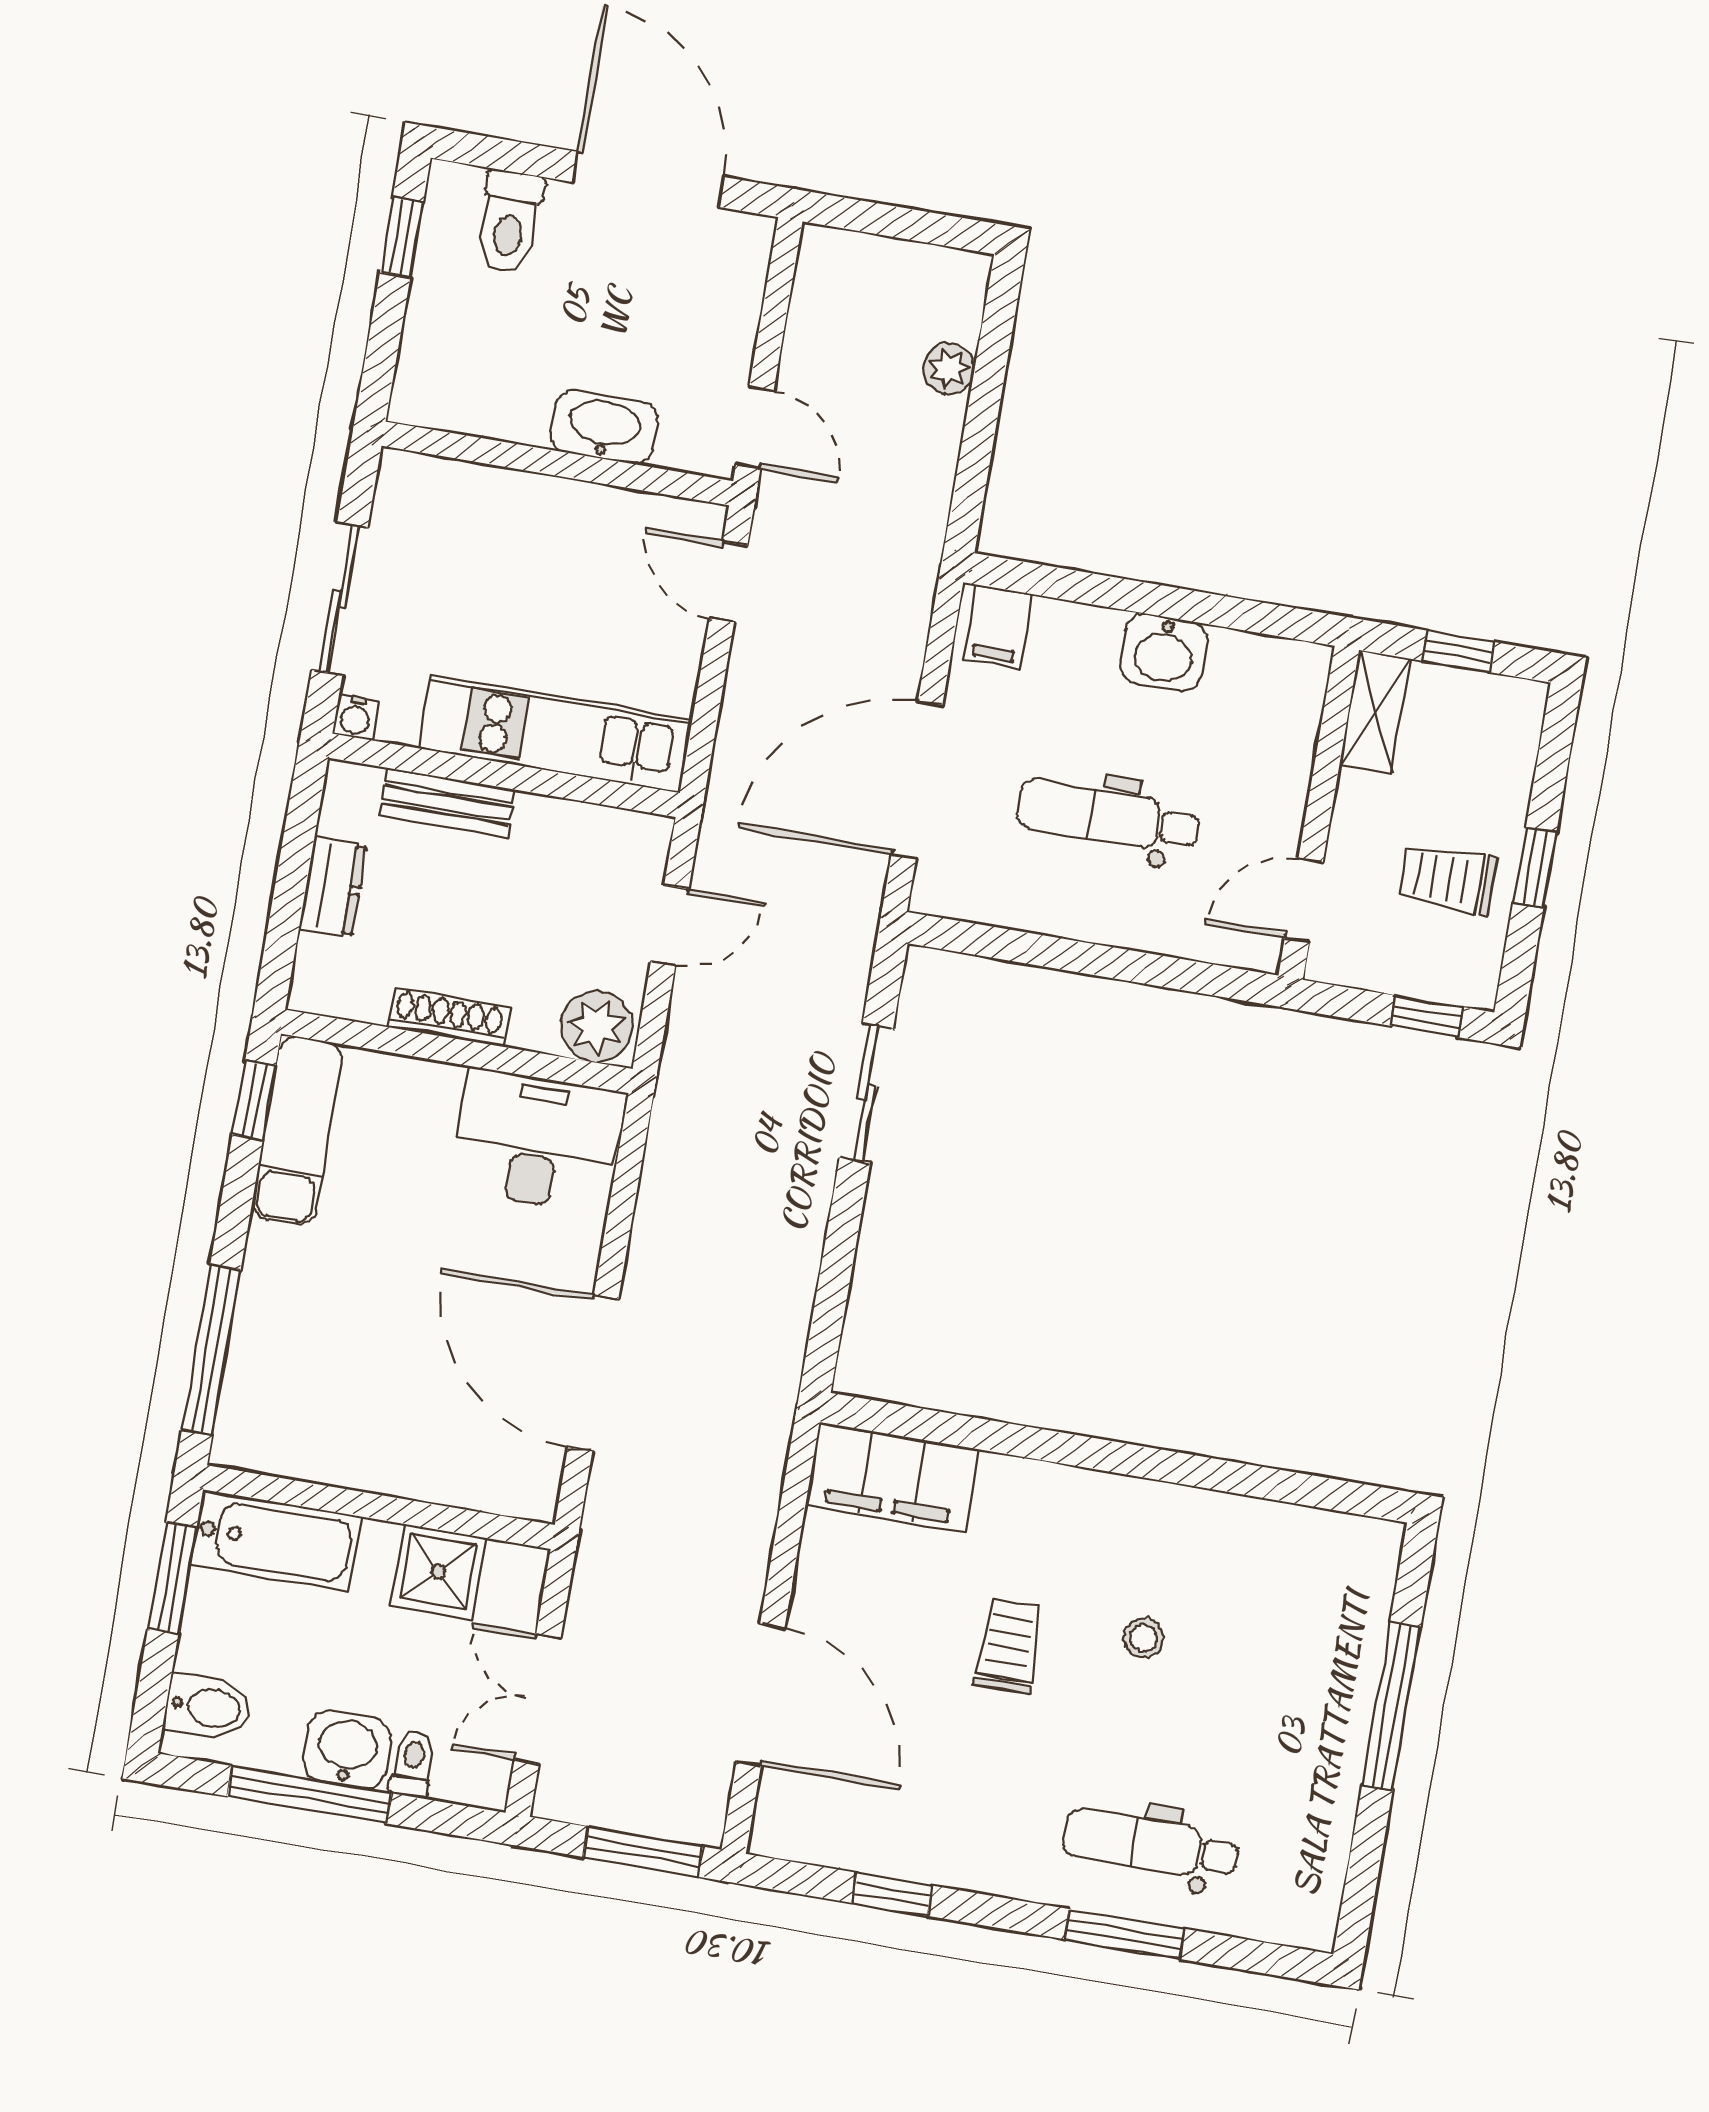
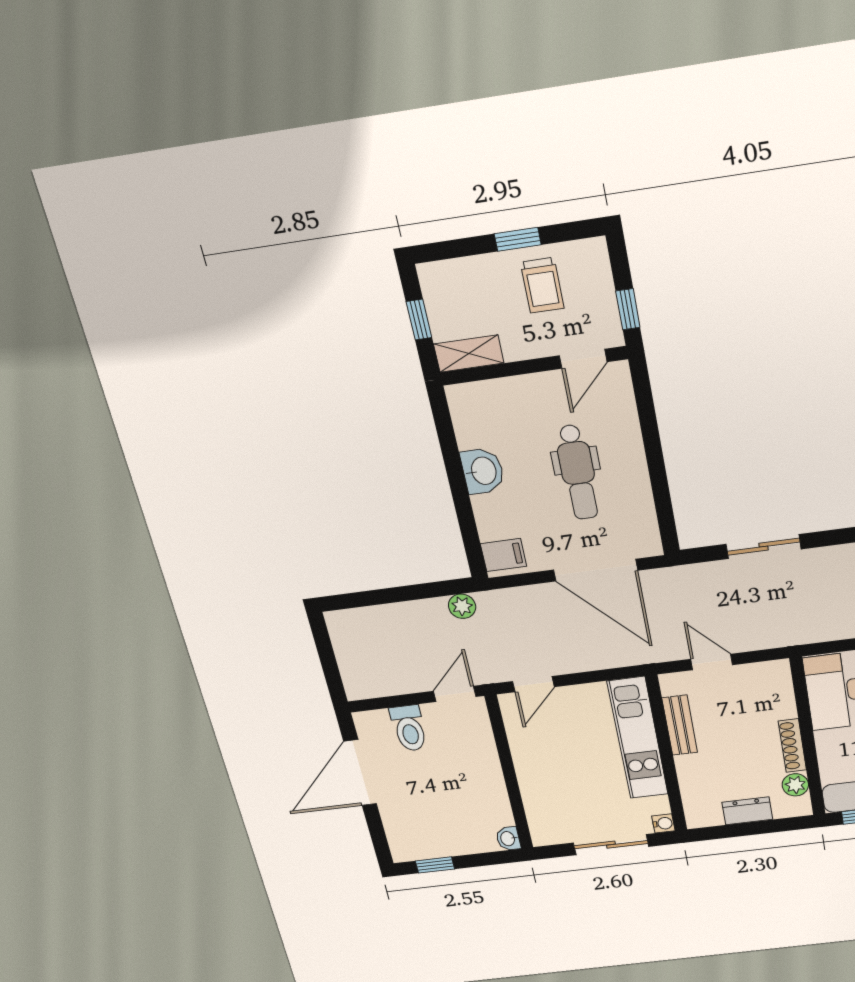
toilet: (510, 222) -> (409, 728), moved, turned 90
plant: (949, 369) -> (462, 606), moved
washbasin: (604, 427) -> (508, 839), moved, width x0.52, depth x0.69
bench: (448, 803) -> (680, 725), moved
door: (1304, 900) -> (583, 359), hinge flipped
window: (1427, 1016) -> (628, 309), moved
plant: (596, 1027) -> (795, 785), moved, width x0.73, depth x0.73

